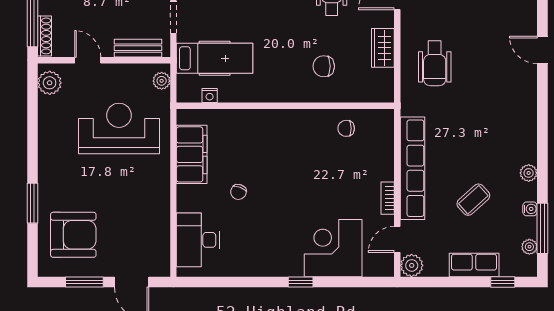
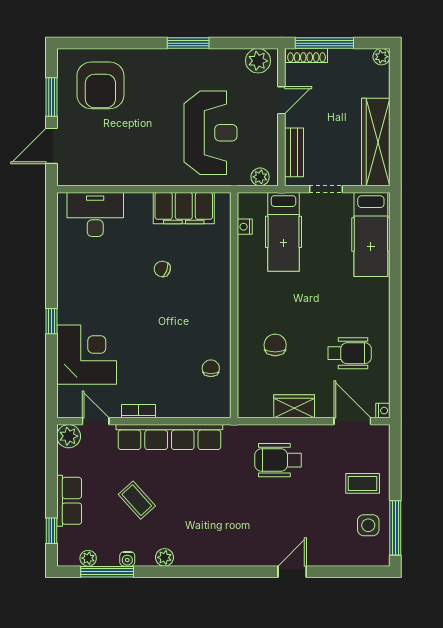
chair: (238, 192) -> (162, 269), moved
window: (32, 203) -> (188, 43), moved

